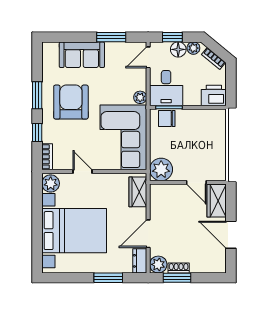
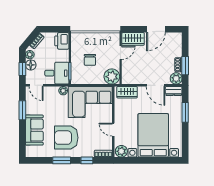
chair: (167, 118) -> (90, 60), moved
door: (83, 171) -> (113, 130), hinge flipped

